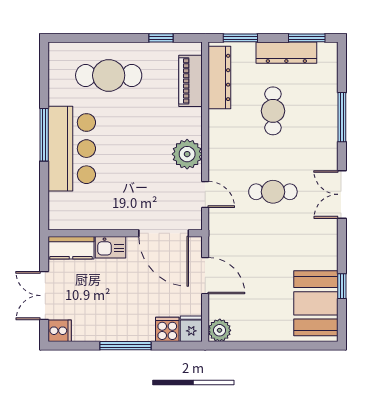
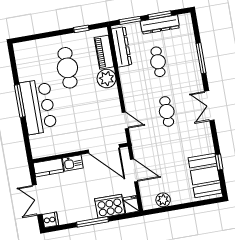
window: (307, 38) -> (160, 15), moved
cafe table: (109, 75) -> (67, 68), moved, turned 90
plant: (187, 154) -> (107, 79), moved
cafe table: (273, 192) -> (167, 111), turned 90
cooker: (167, 329) -> (110, 206), width x1.87, depth x1.31
plant: (220, 330) -> (163, 200), moved

